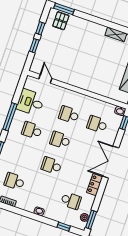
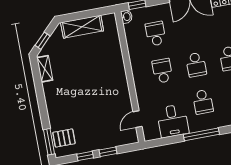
school desk: (69, 115) -> (162, 71), turned 180
school desk: (97, 124) -> (156, 34), turned 180

